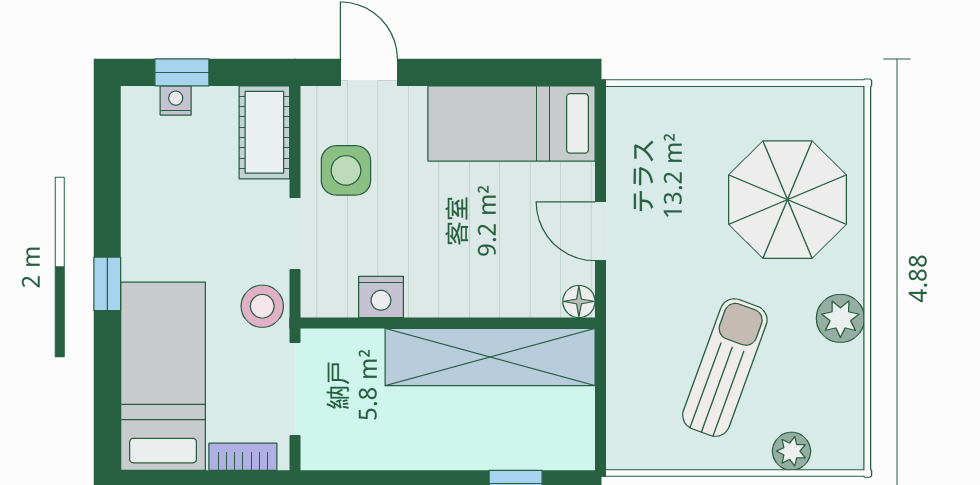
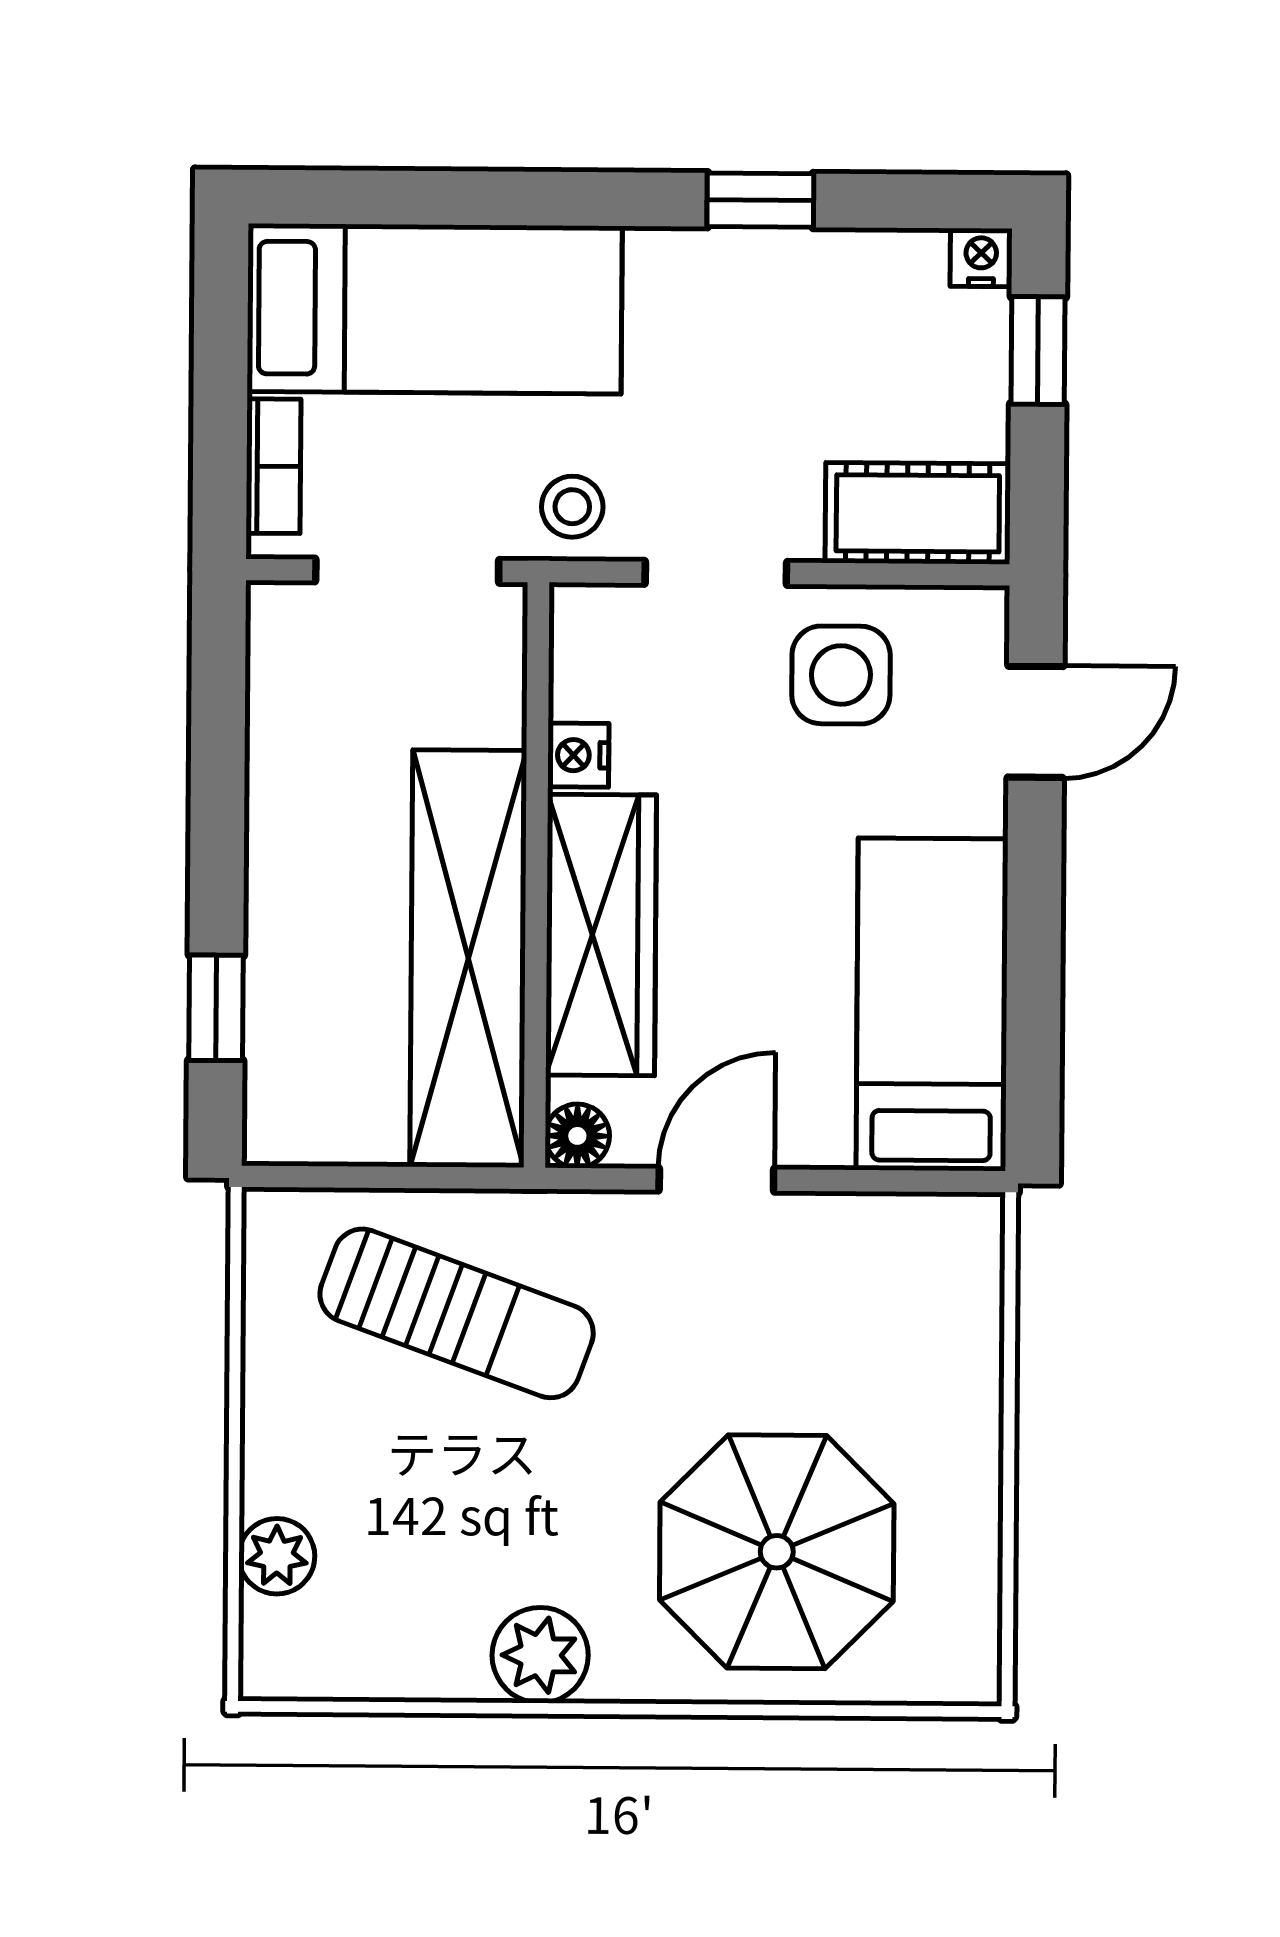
nightstand: (176, 100) -> (981, 258), moved, turned -90
window: (107, 284) -> (760, 200), moved
wardrobe: (478, 290) -> (601, 935), added
nightstand: (381, 297) -> (578, 755), width x0.72, depth x0.74
stool: (262, 306) -> (572, 507), width x0.73, depth x0.73
sun lounger: (725, 368) -> (457, 1313), moved

